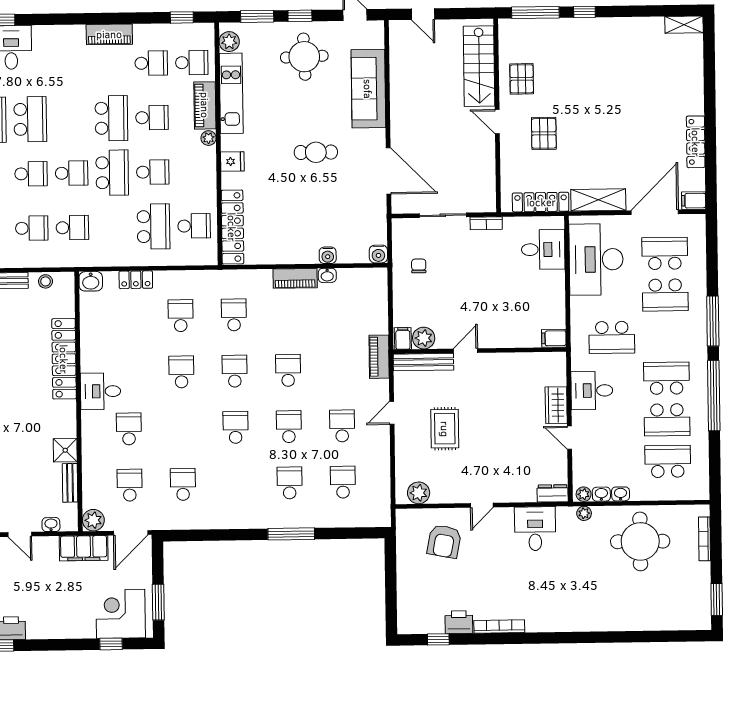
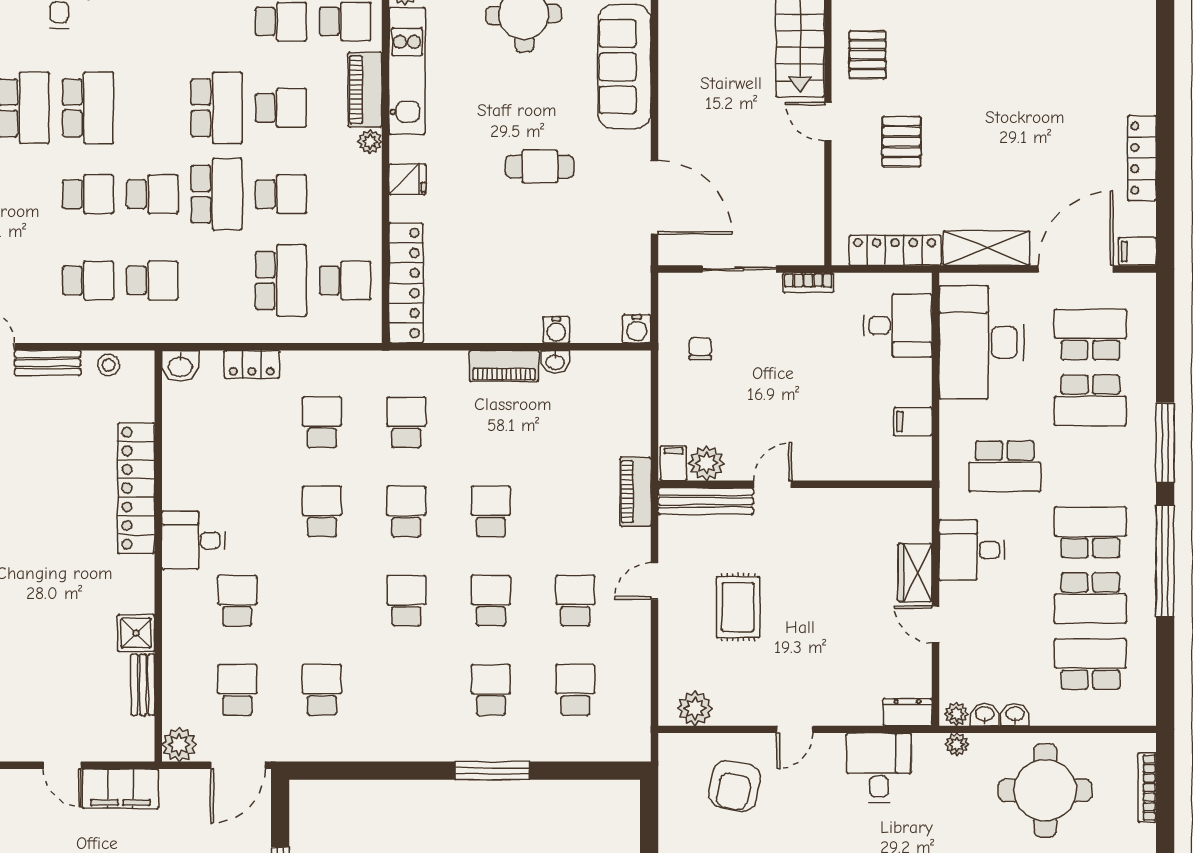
filing cabinet: (554, 338) -> (913, 422), moved
washbasin: (51, 525) -> (112, 750), removed
filing cabinet: (84, 548) -> (120, 789), moved

